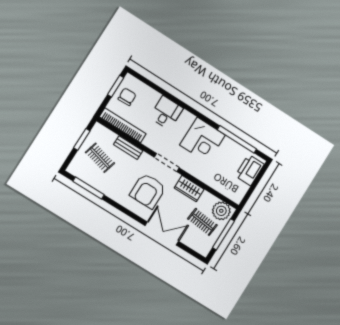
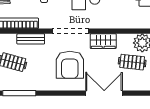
doorway: (167, 163) -> (71, 31), width x1.36

